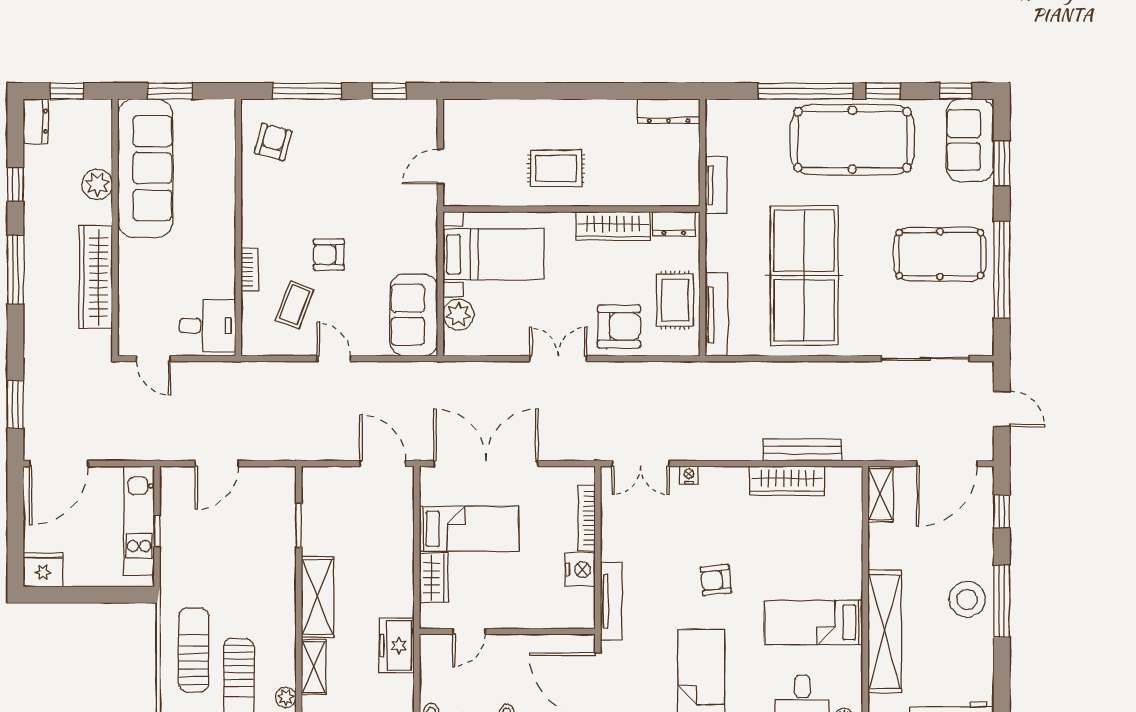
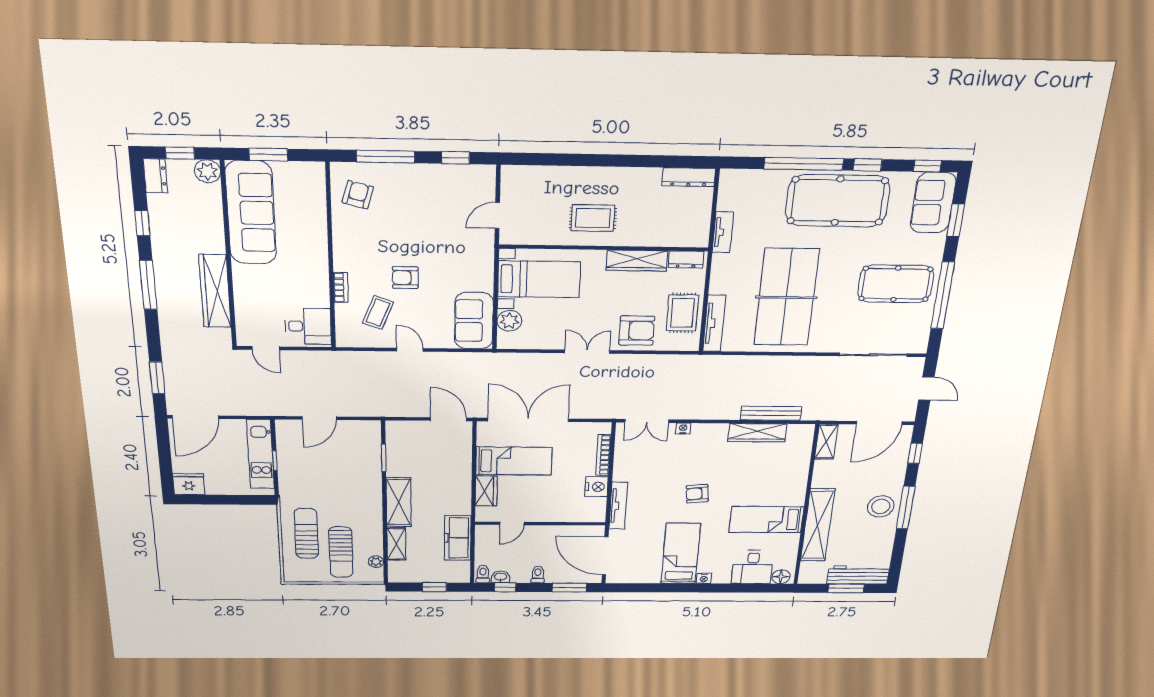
plant: (97, 184) -> (207, 171), moved
freezer: (396, 646) -> (458, 538), width x1.40

